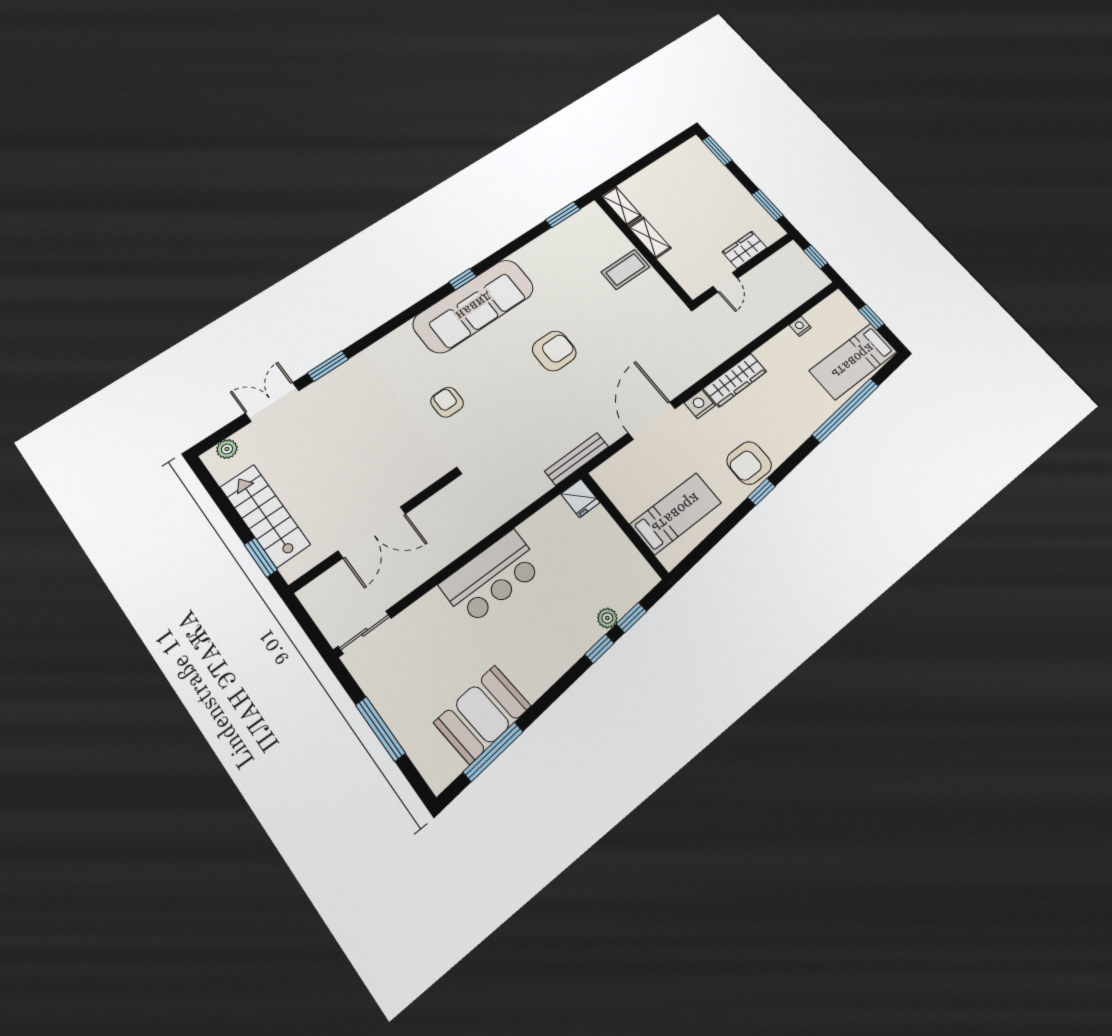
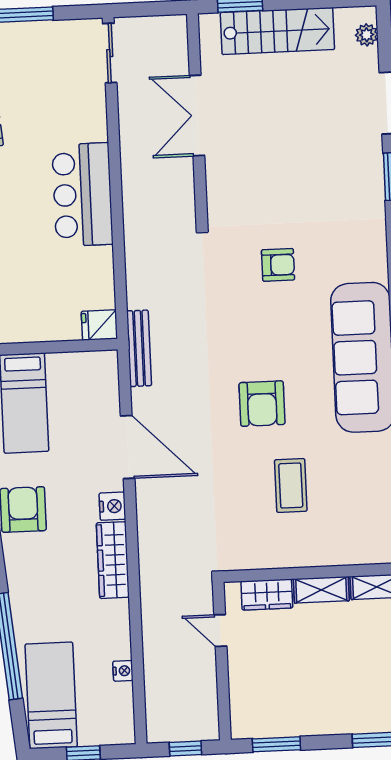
wardrobe: (745, 250) -> (267, 595), moved, turned 90
coffee table: (625, 269) -> (291, 485), moved

